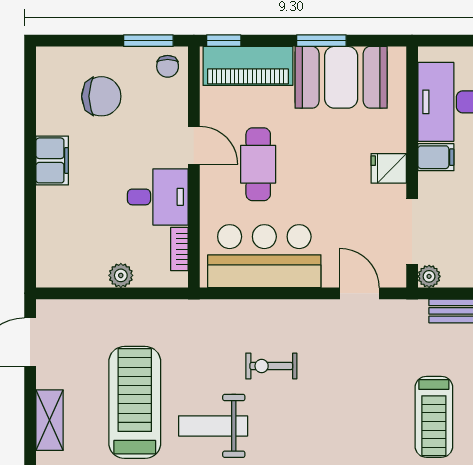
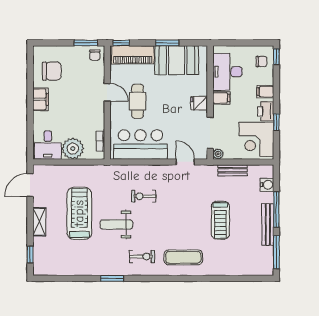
chair: (101, 96) -> (52, 71), moved
desk: (158, 197) -> (48, 145), moved, turned 90
plant: (121, 275) -> (73, 149), width x1.87, depth x1.87

